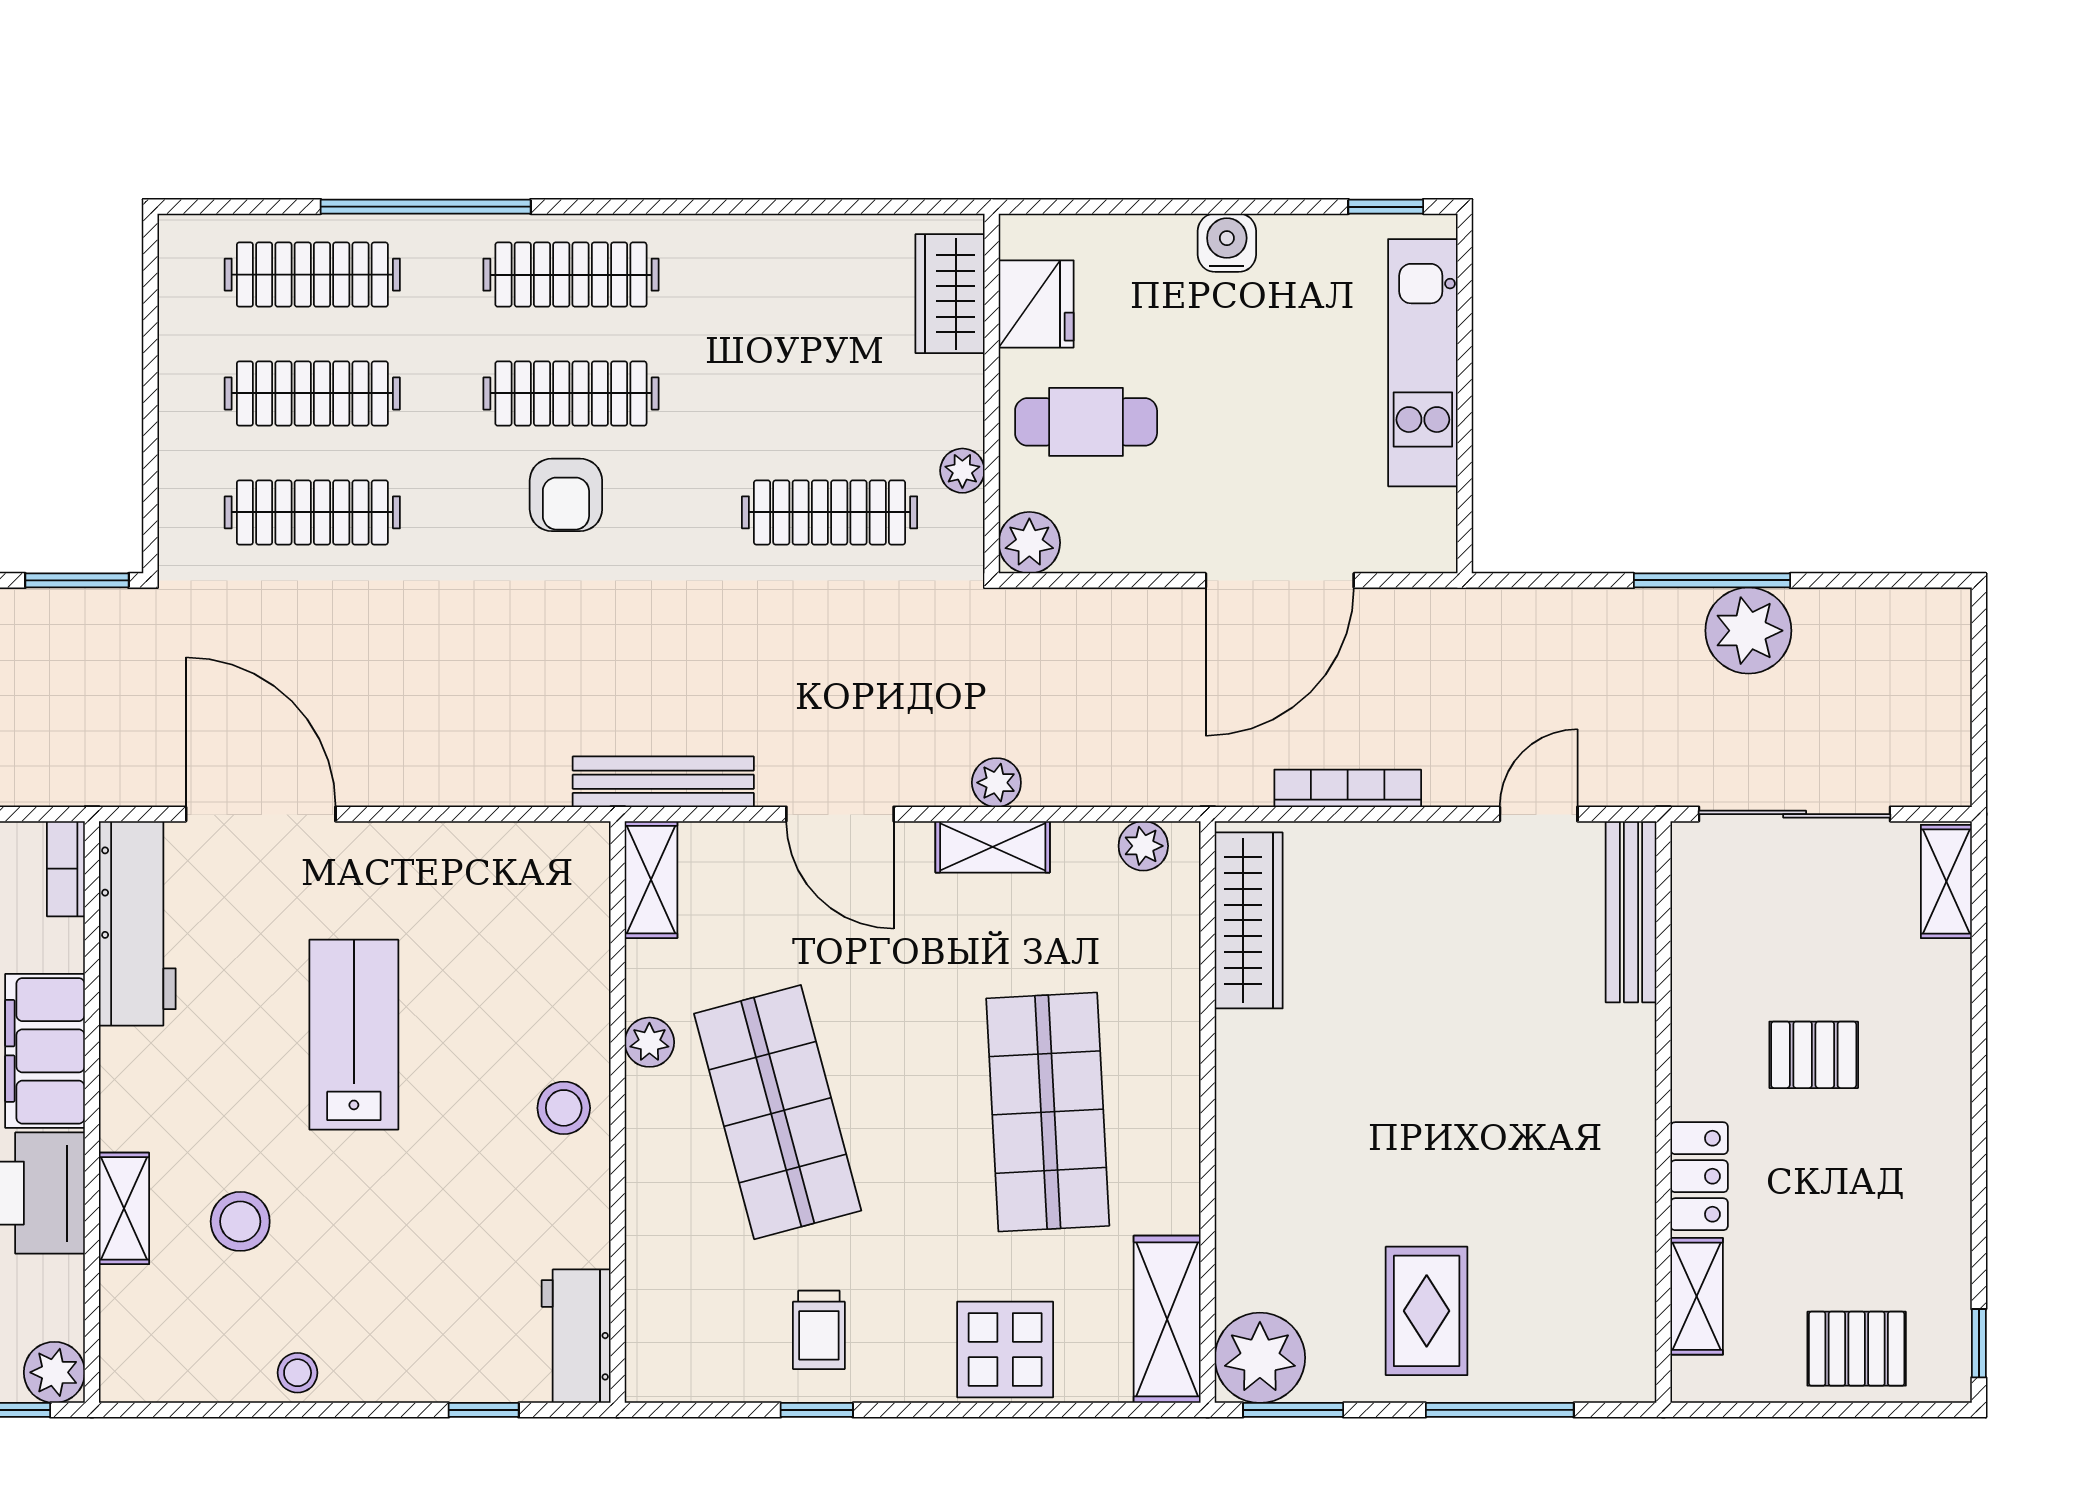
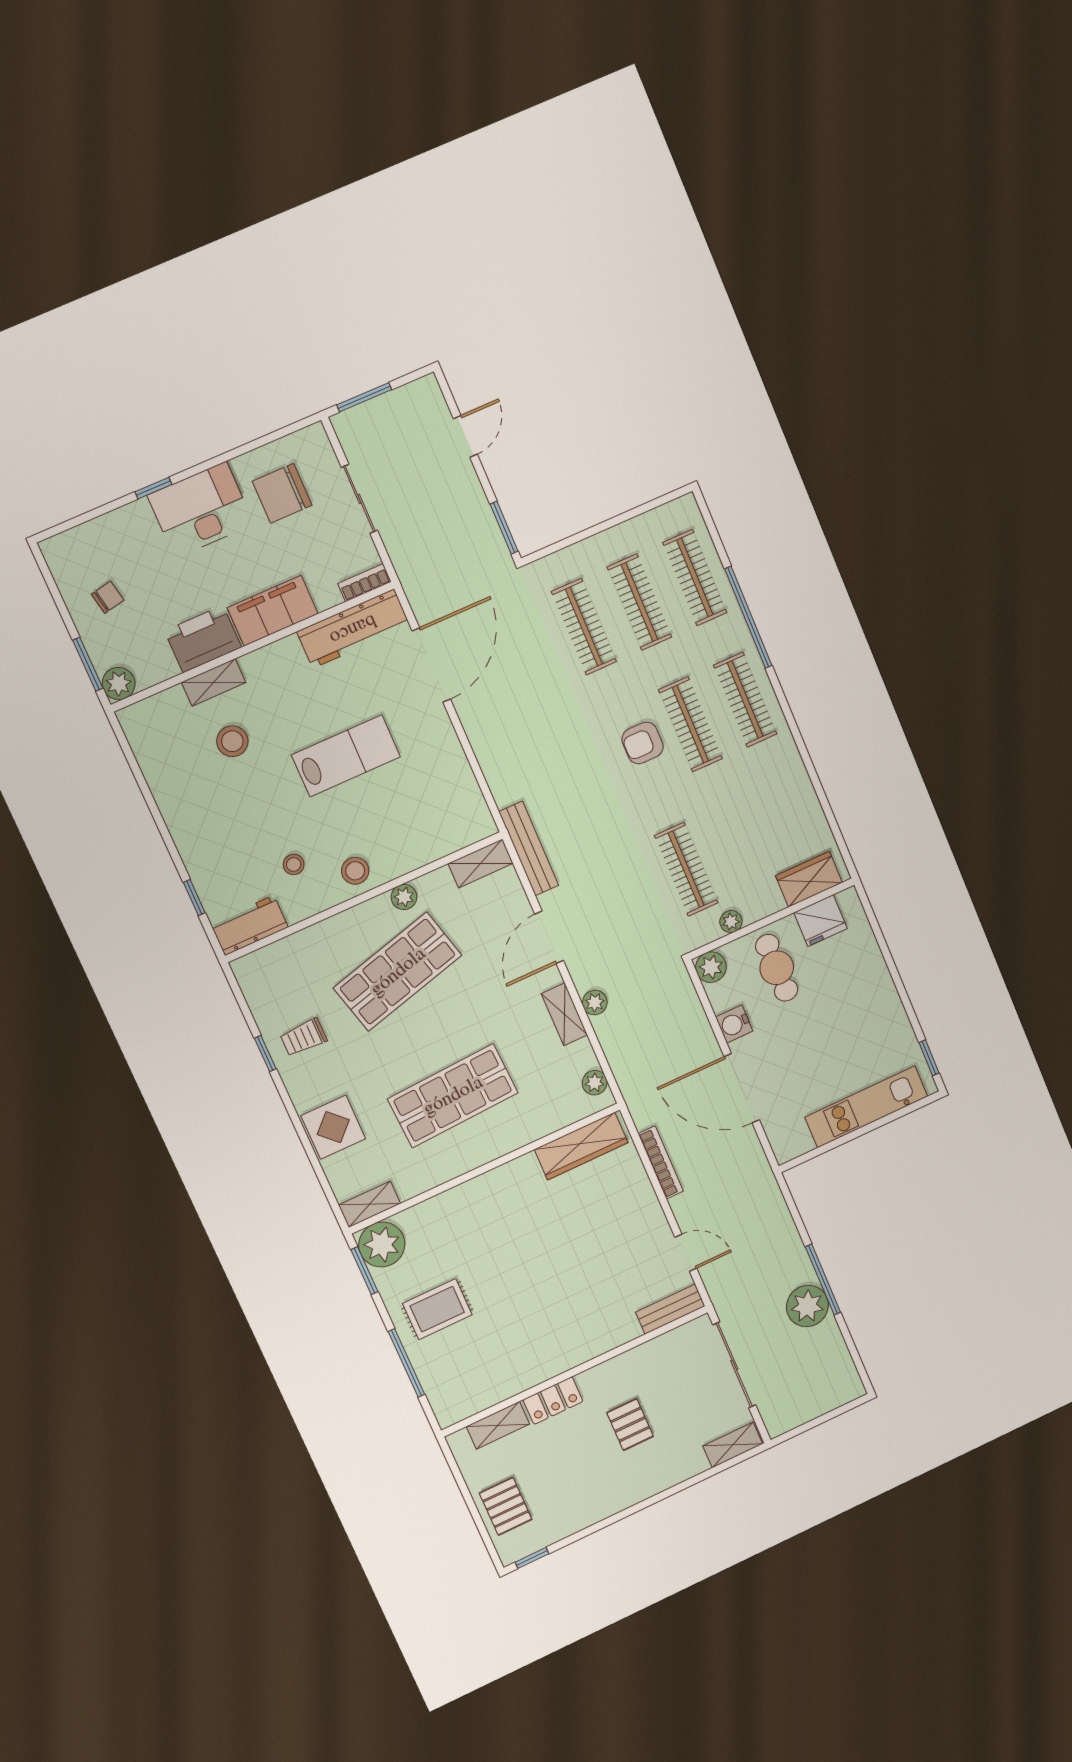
water cooler: (1227, 243) -> (734, 1024), moved, turned 180
bench: (1631, 912) -> (670, 1309), width x0.73
shelving: (1167, 1319) -> (369, 1204), width x0.67, depth x0.75
stool: (298, 1373) -> (294, 864), moved

